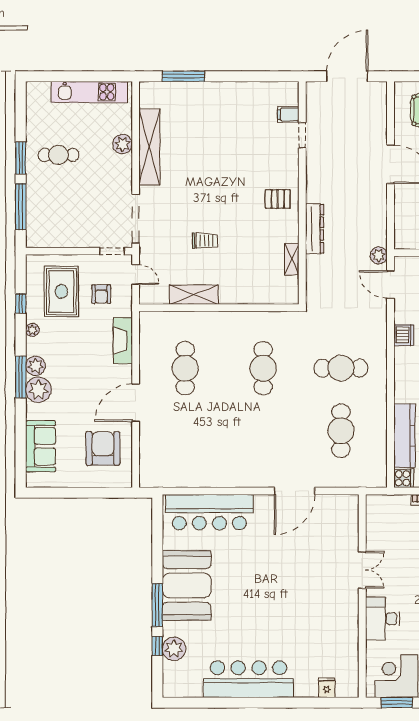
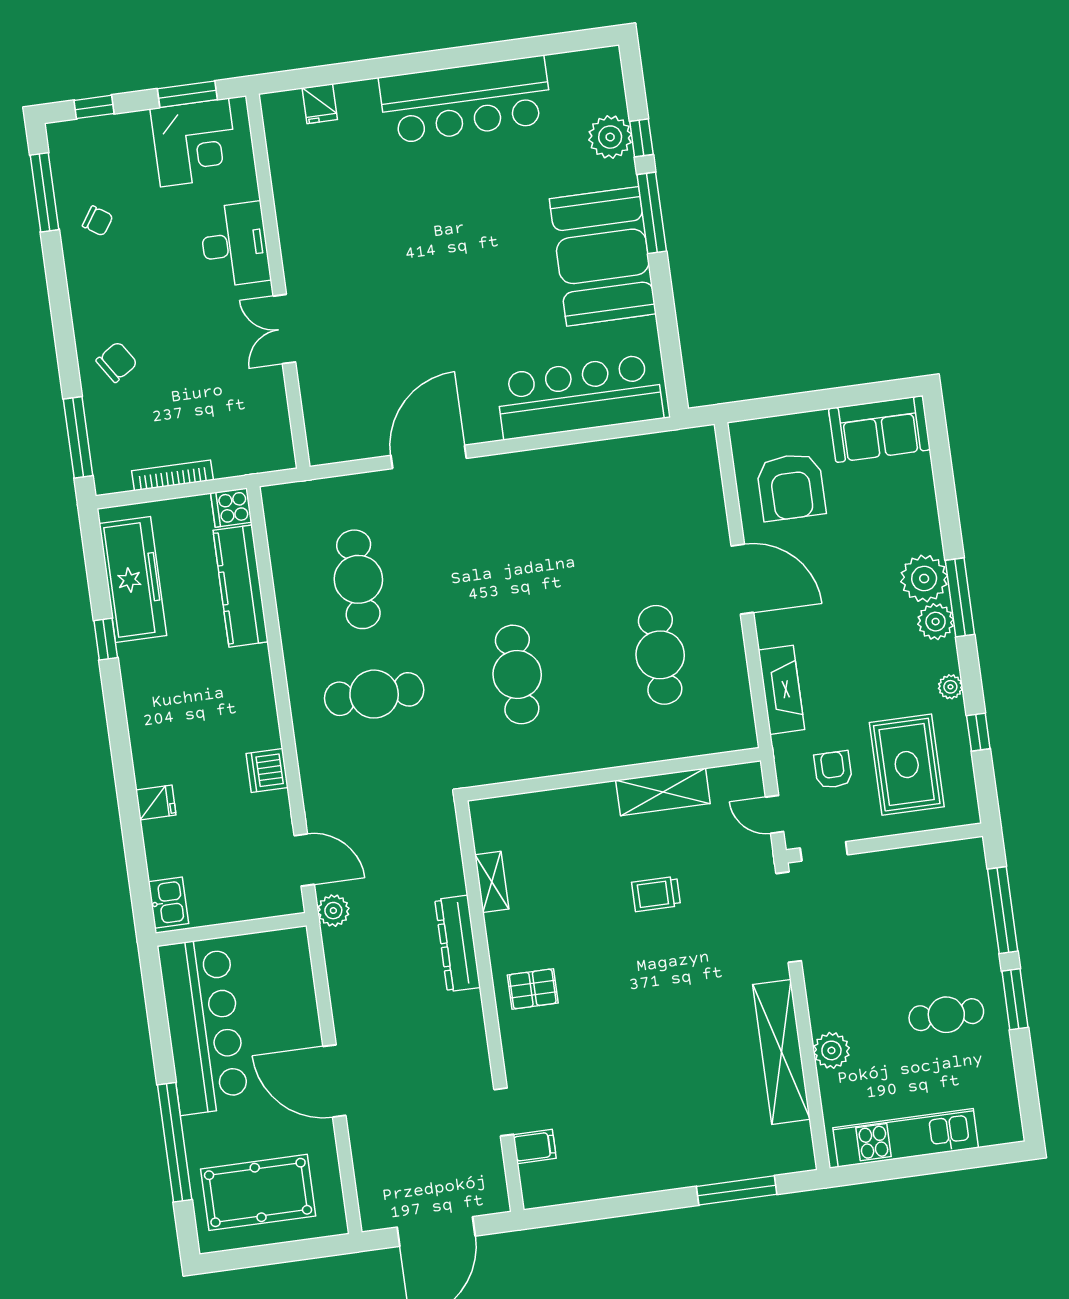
door: (136, 403) -> (742, 579), hinge flipped
sofa: (41, 446) -> (879, 429), moved, turned -90

